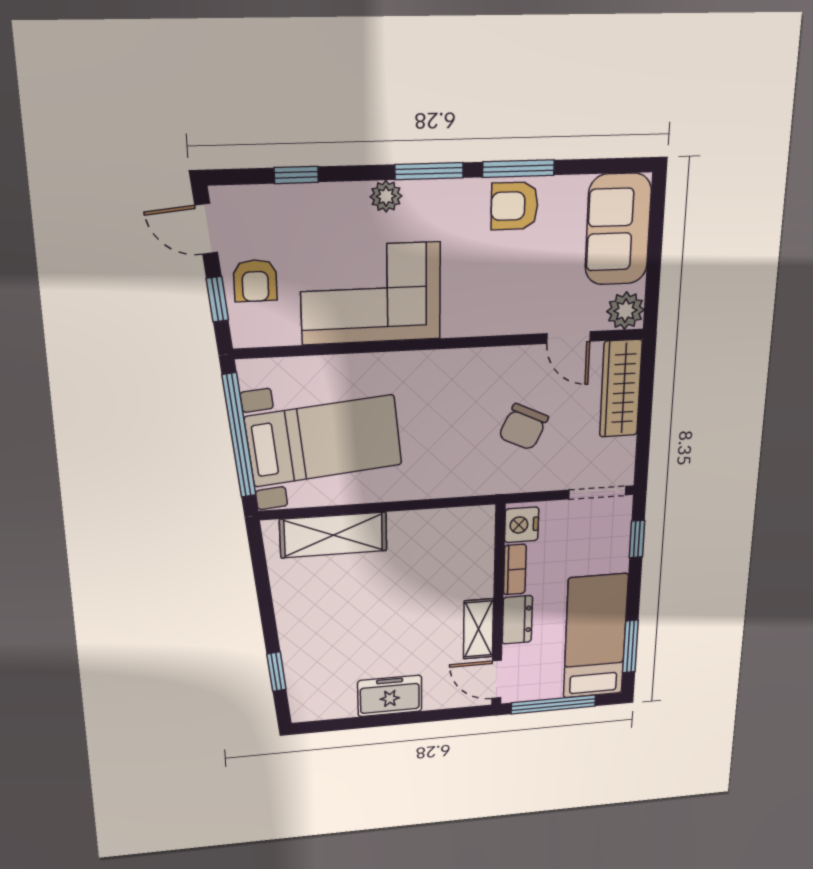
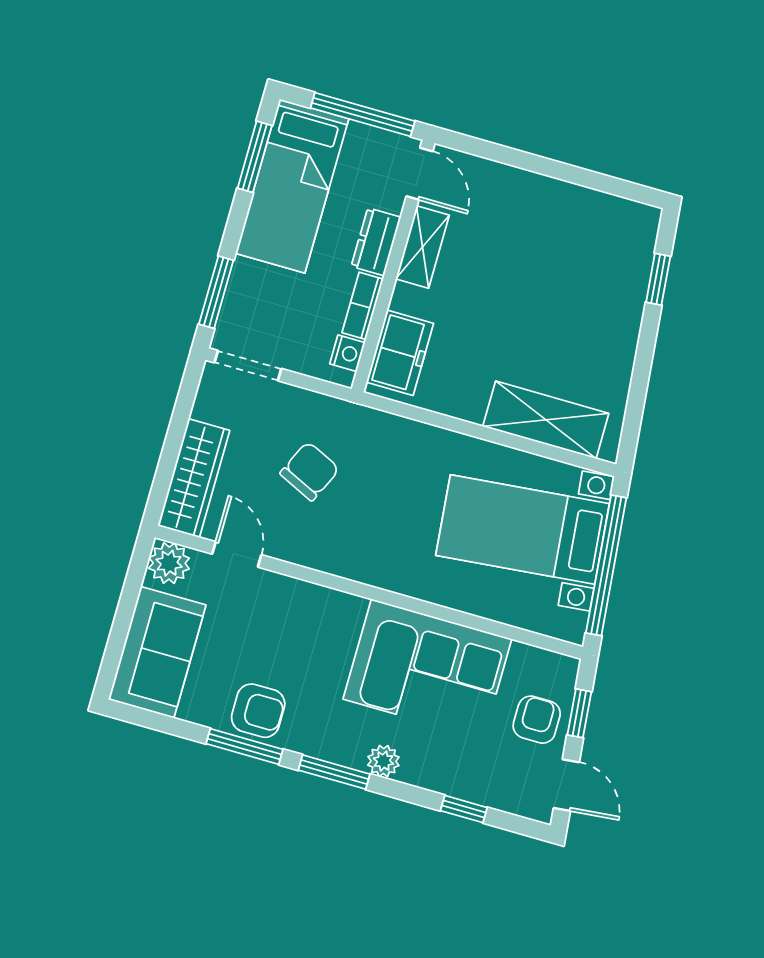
nightstand: (522, 525) -> (347, 353), width x0.72, depth x0.74
window: (637, 539) -> (216, 292), width x1.50
freezer: (390, 696) -> (400, 353), moved, turned -90

